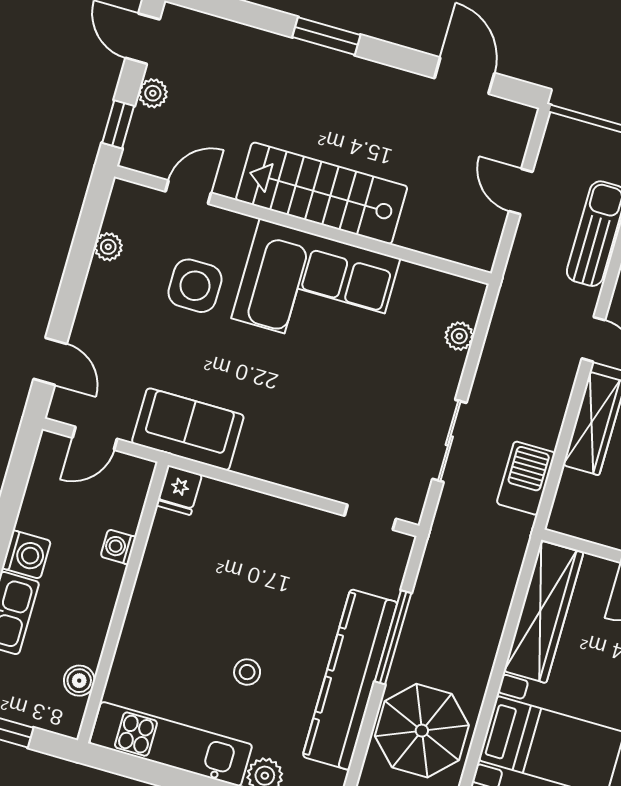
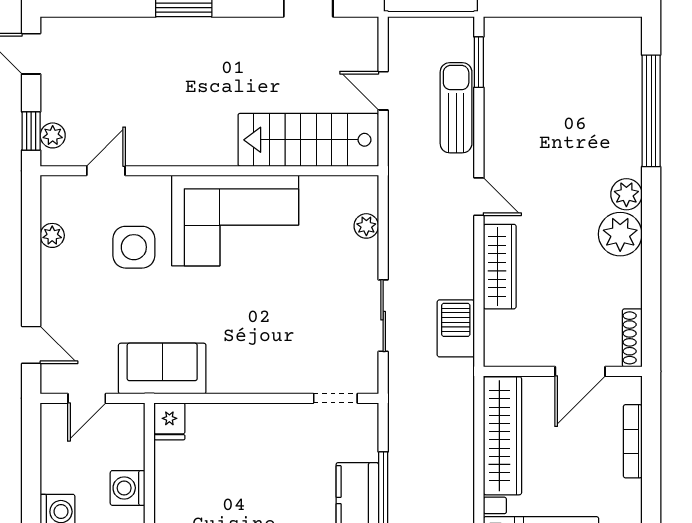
plant: (153, 93) -> (53, 135), moved
stairs: (322, 193) -> (308, 140), moved
washing machine: (118, 547) -> (128, 488), width x1.38, depth x1.38

